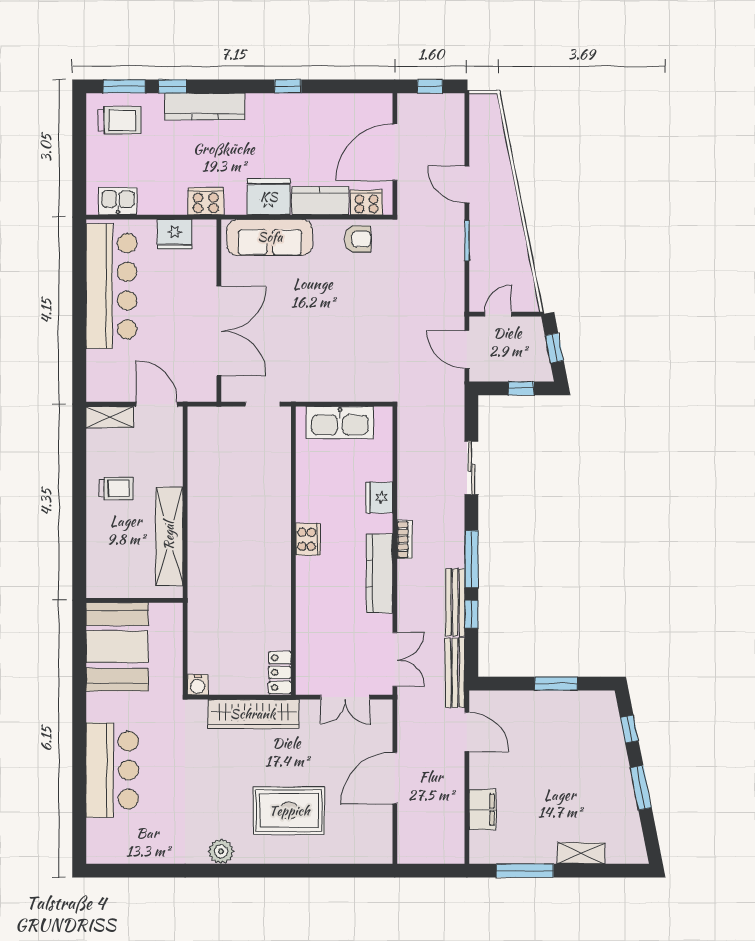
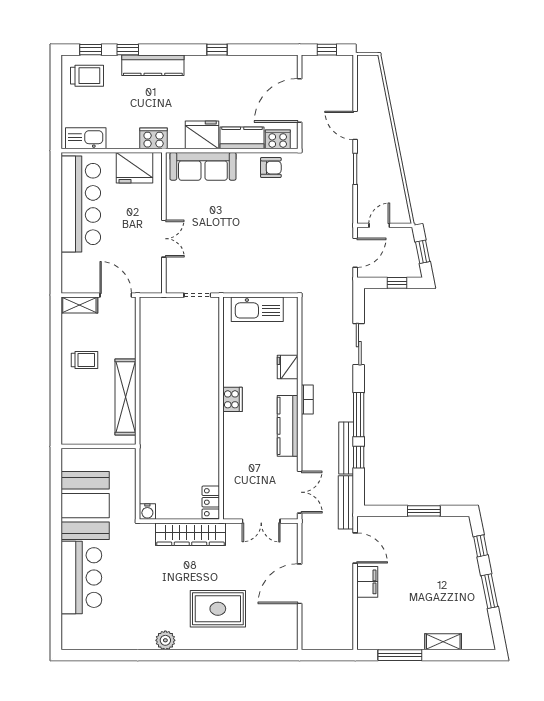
window: (124, 86) -> (91, 50), width x0.67
kitchen sink: (118, 201) -> (86, 138), width x1.38
fridge: (175, 234) -> (134, 168), width x1.36, depth x1.34
double door: (219, 331) -> (164, 239), width x0.54
door: (467, 349) -> (355, 253), swing flipped
booth: (117, 647) -> (85, 506), moved
filing cabinet: (483, 810) -> (367, 582), moved

